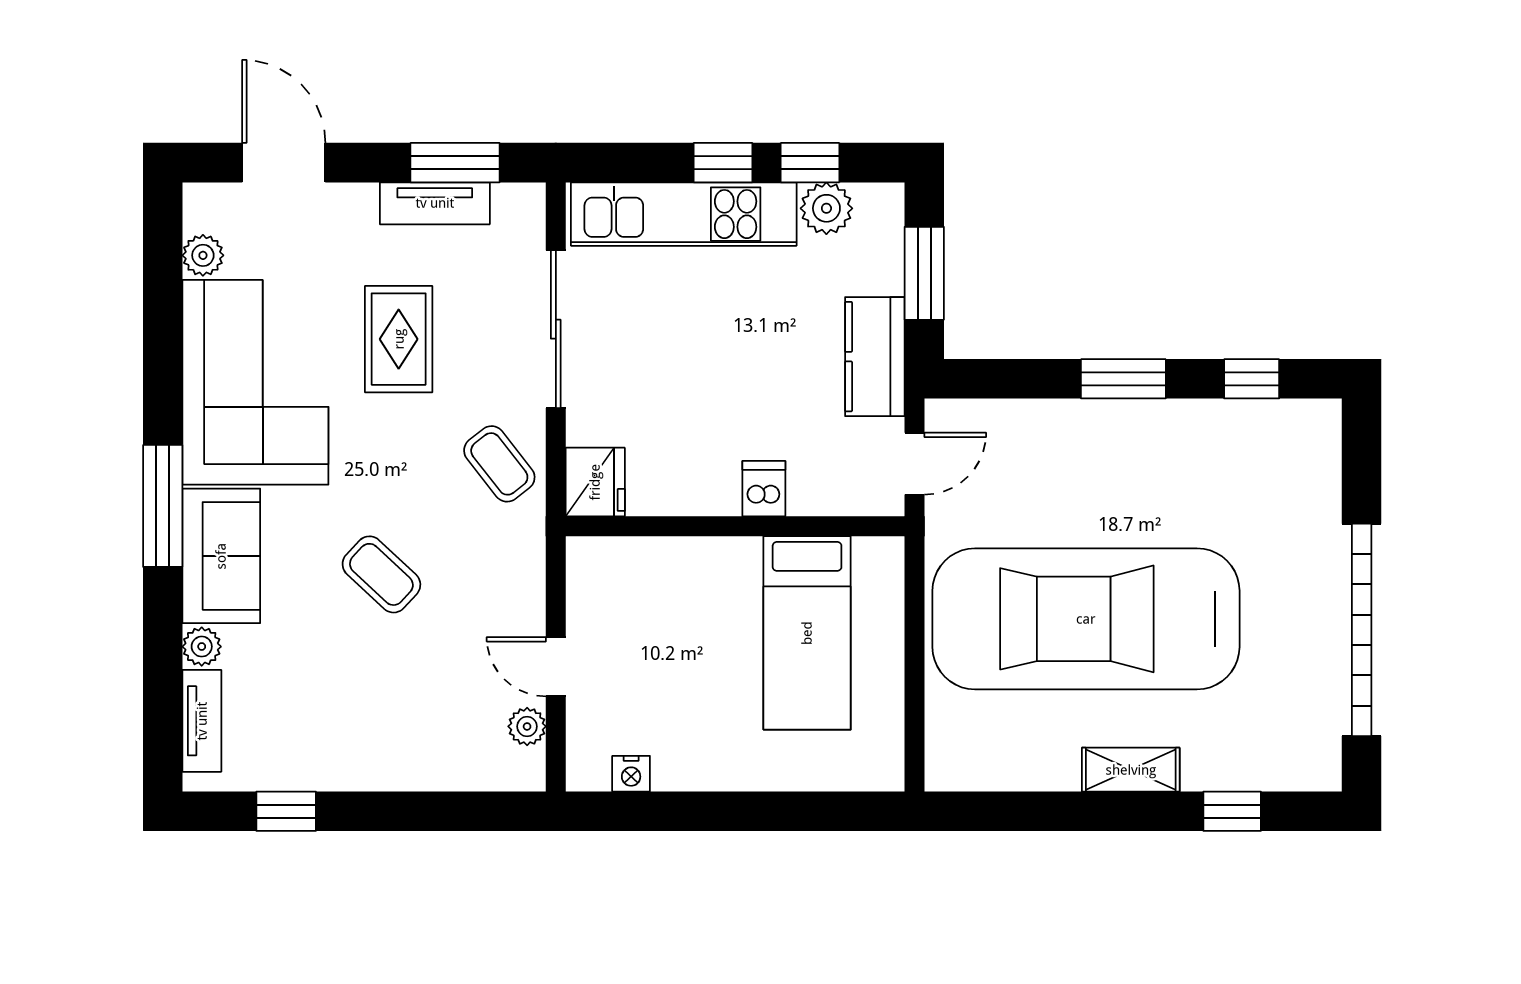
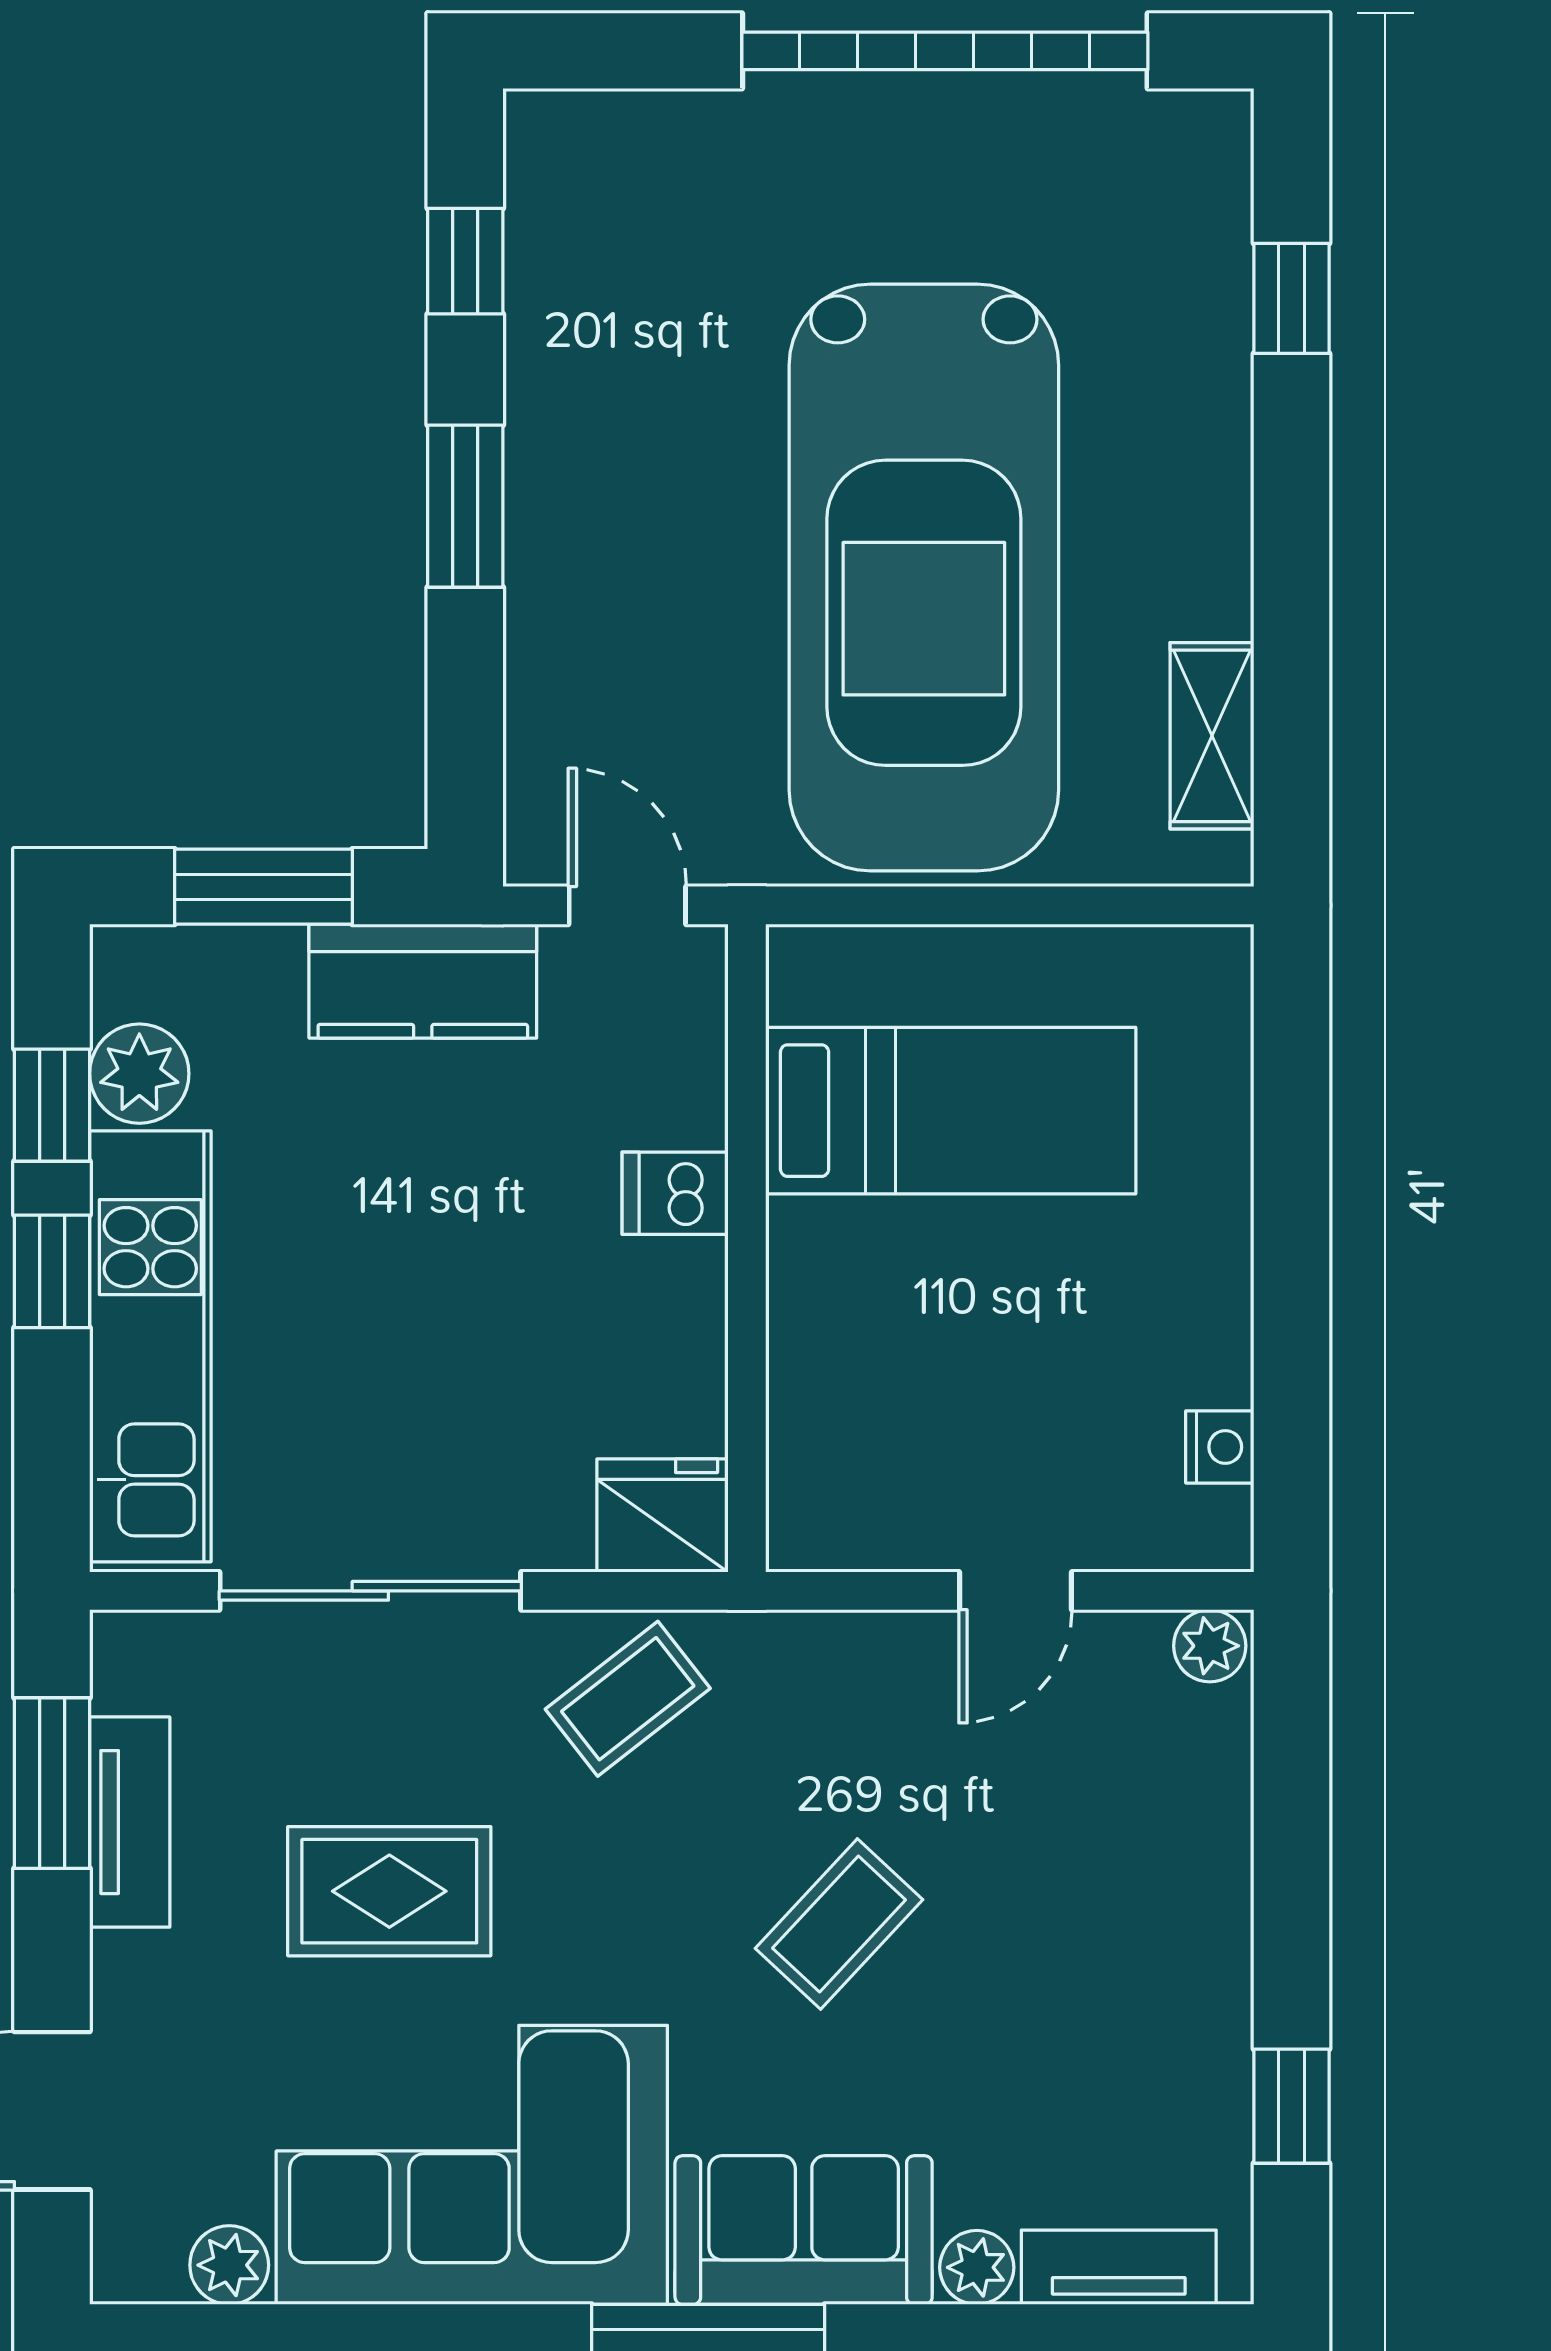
plant: (527, 726) -> (1210, 1646), moved
shelving: (1131, 770) -> (1212, 736), moved

